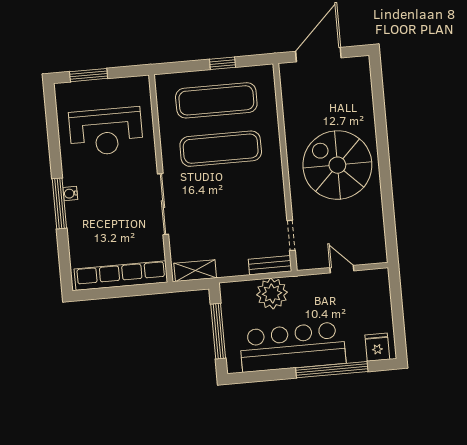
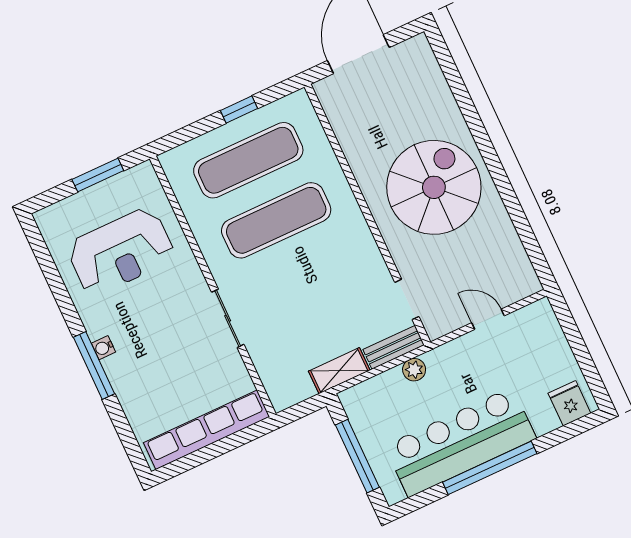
window: (89, 75) -> (98, 175), moved
spiral stairs: (337, 165) -> (434, 187), turned 90
sliding door: (163, 204) -> (228, 318), width x0.73
shelving: (195, 271) -> (339, 371), moved
plant: (272, 293) -> (414, 370), width x0.53, depth x0.53
window: (332, 370) -> (490, 468), moved

